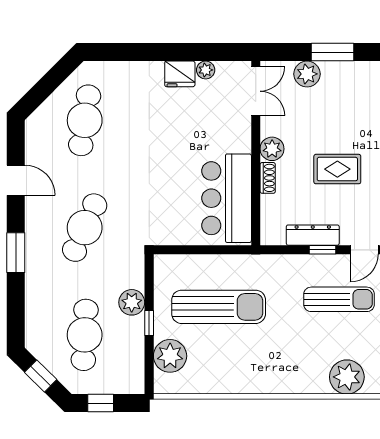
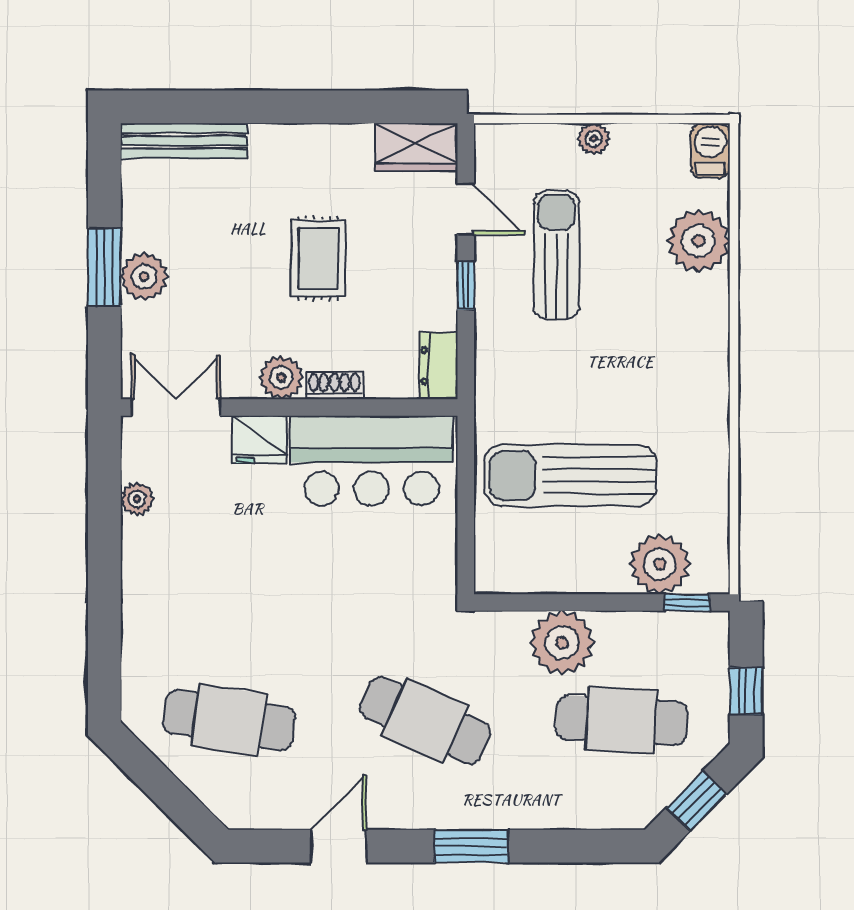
fridge: (180, 74) -> (260, 439), moved, turned 90
plant: (307, 74) -> (144, 277), moved
dresser: (313, 235) -> (439, 366), moved, width x0.70
plant: (132, 302) -> (562, 643), width x1.36, depth x1.36
sun lounger: (219, 307) -> (570, 475), turned -90
window: (149, 323) -> (687, 602), moved

